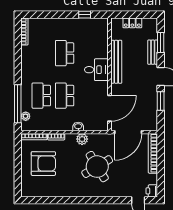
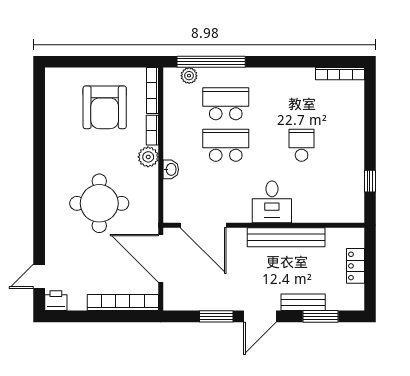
school desk: (65, 53) -> (302, 145), width x0.54
plant: (82, 139) -> (148, 157), moved
round table: (97, 167) -> (99, 203), turned 31

